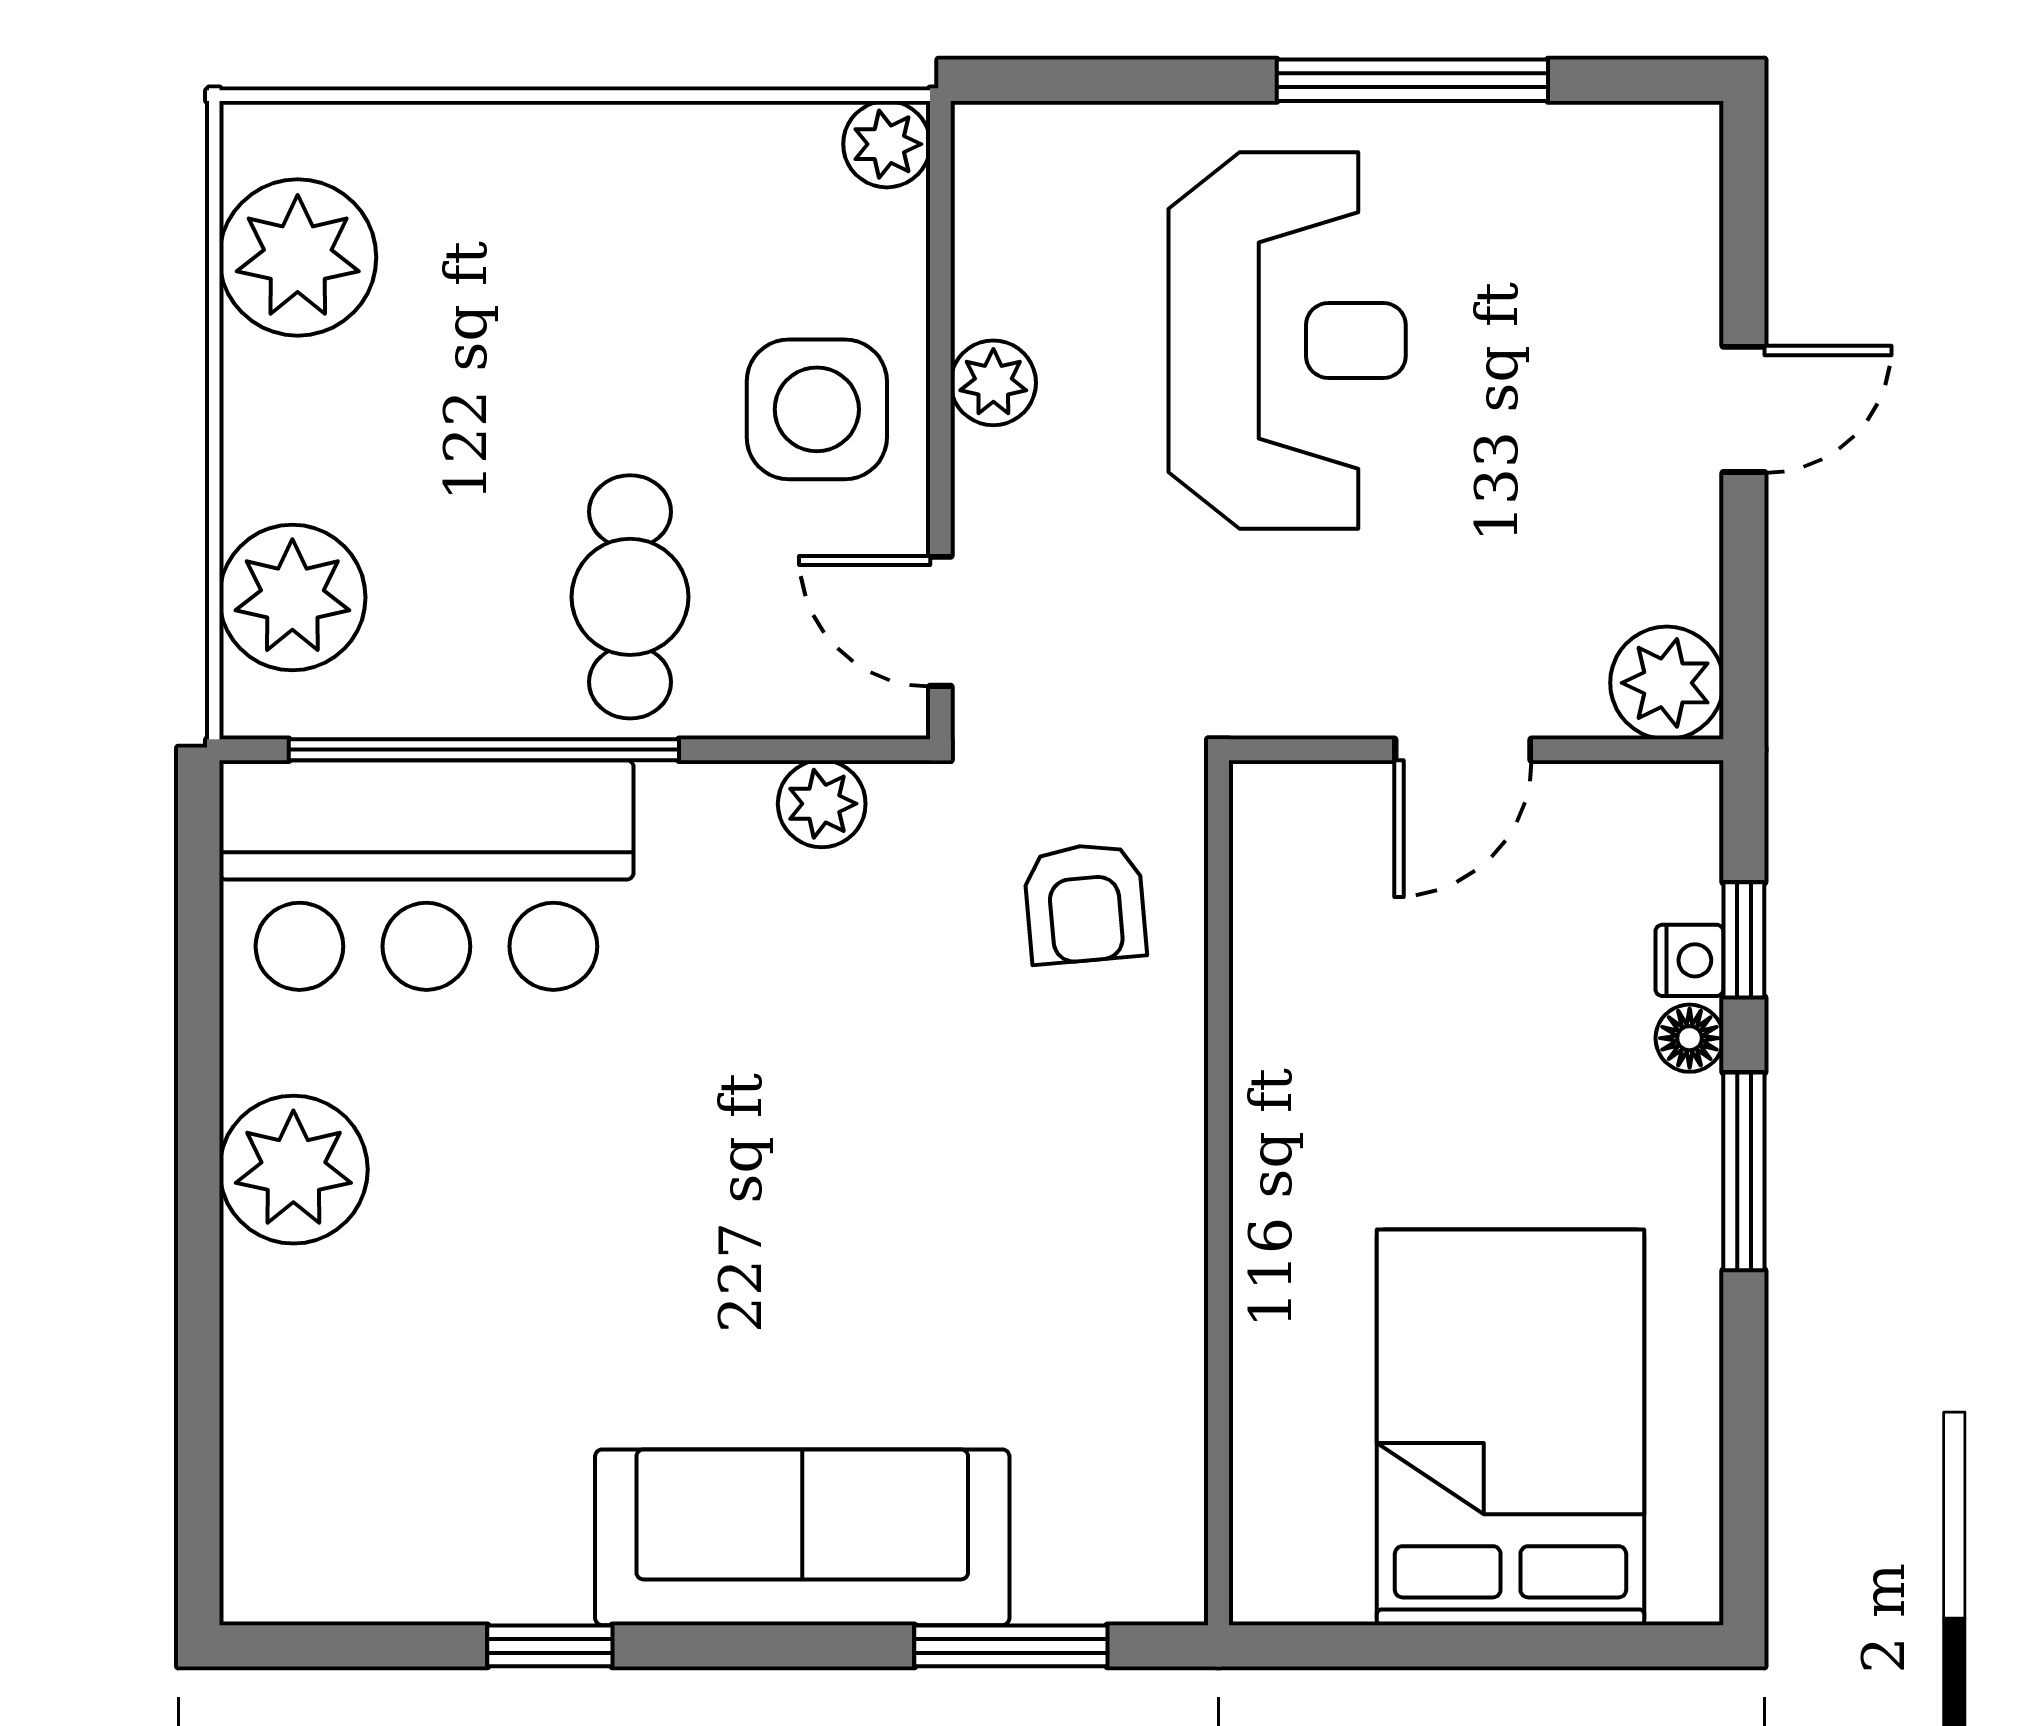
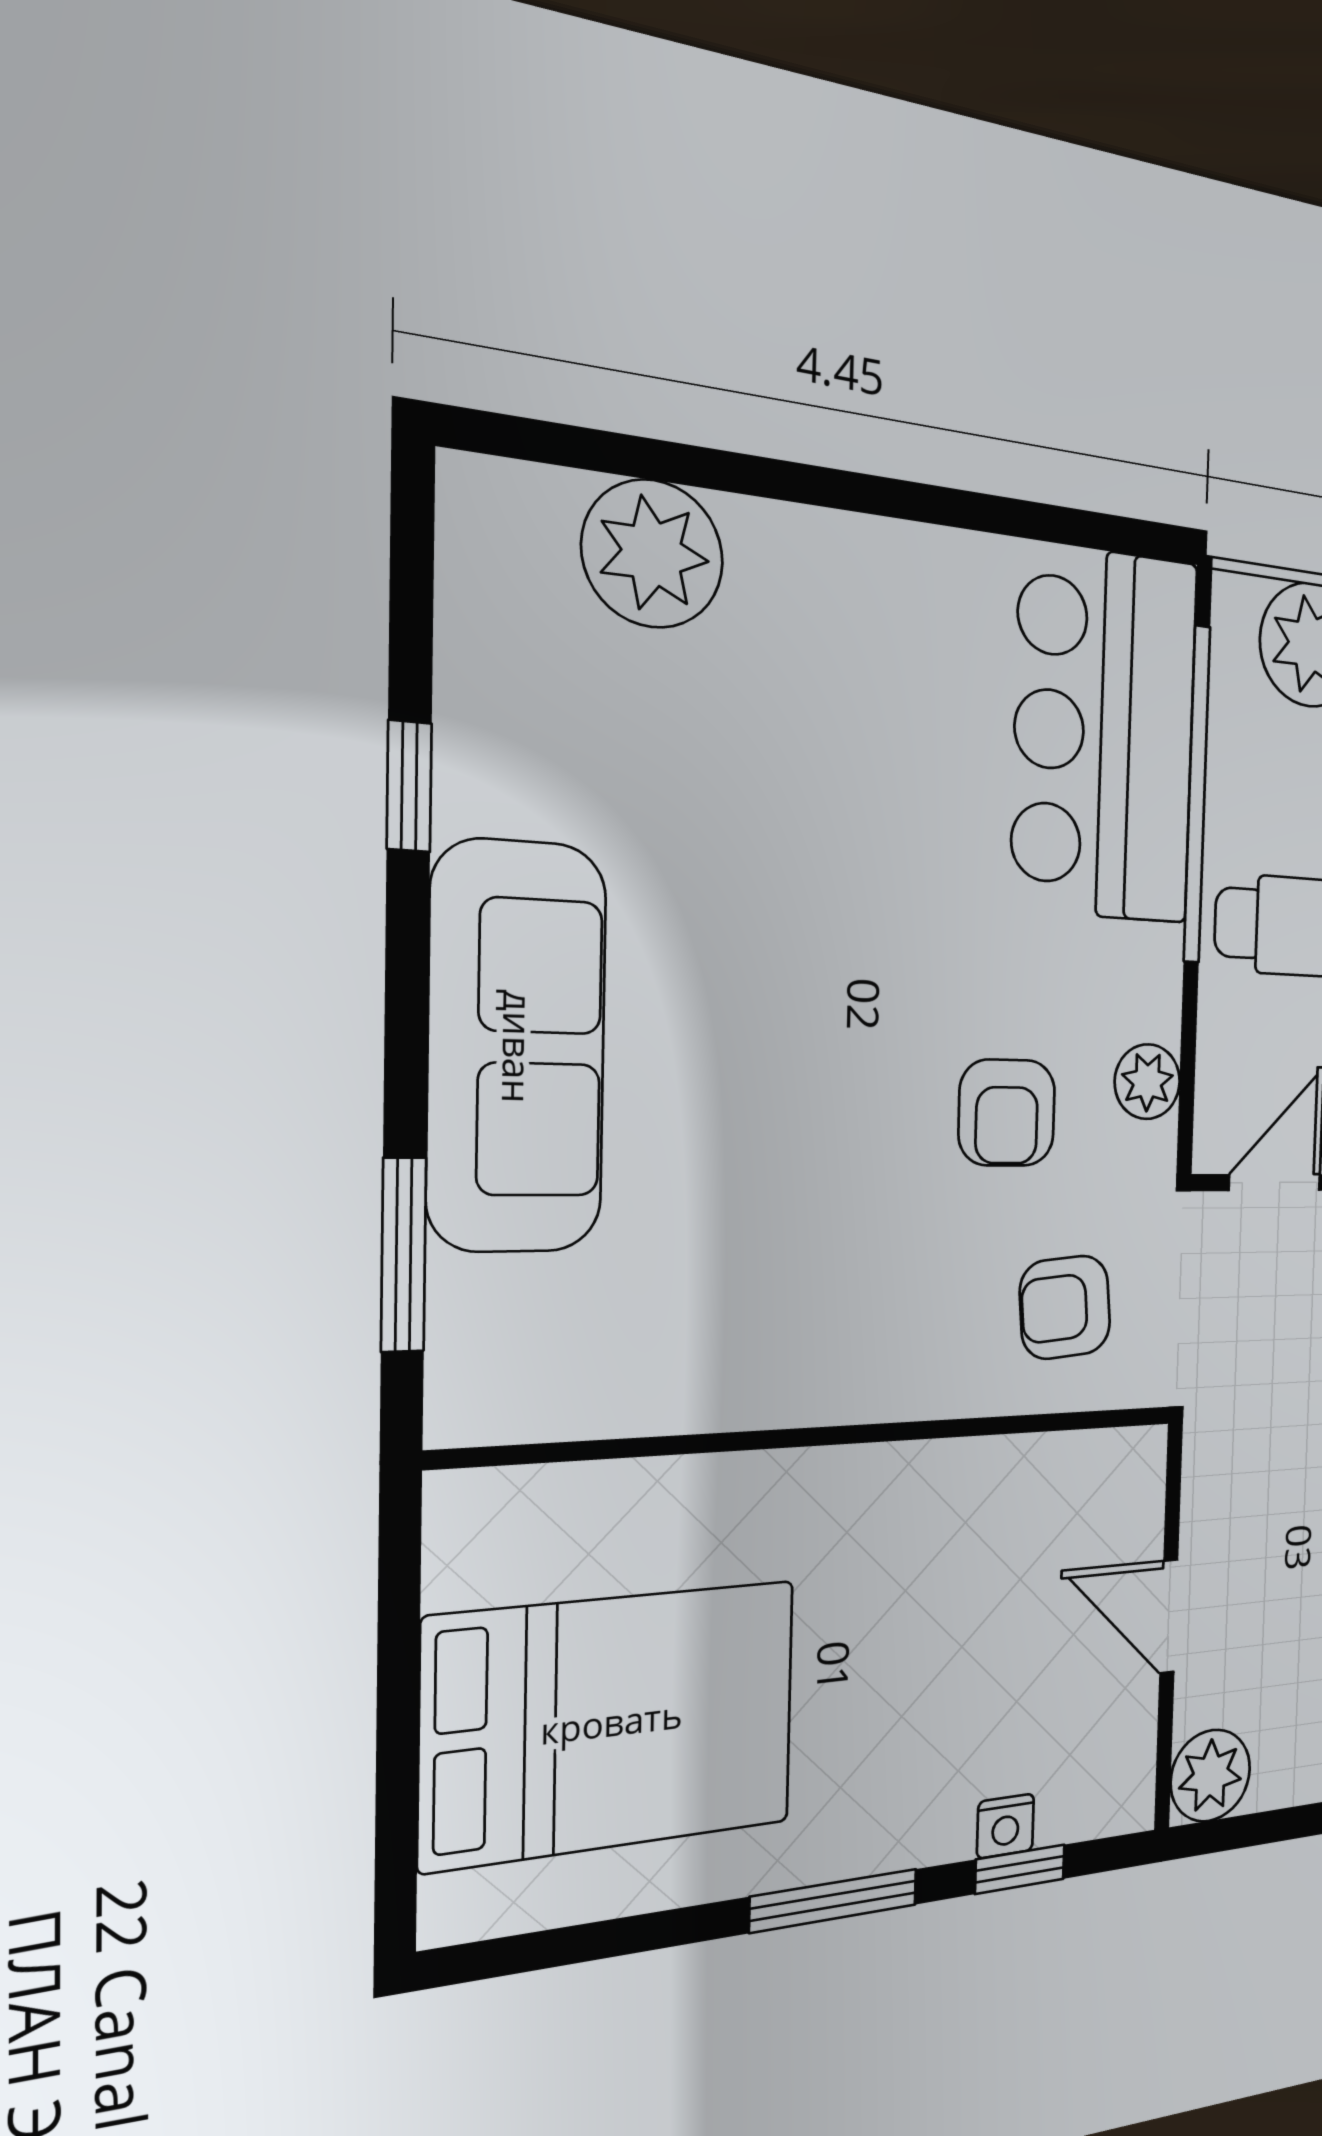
armchair: (861, 985) -> (1007, 1113), added
floor lamp: (1690, 1038) -> (944, 1836), removed
plant: (293, 1170) -> (653, 554), moved

